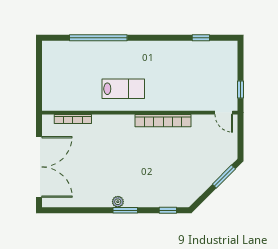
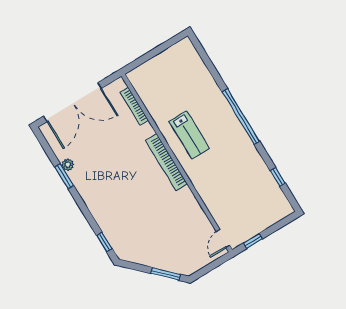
window: (98, 38) -> (241, 117), moved
bookcase: (163, 121) -> (166, 162), moved
plant: (118, 202) -> (68, 165), moved
window: (125, 210) -> (64, 176), moved

